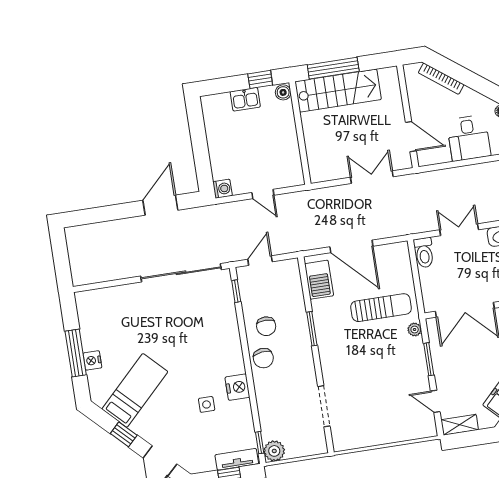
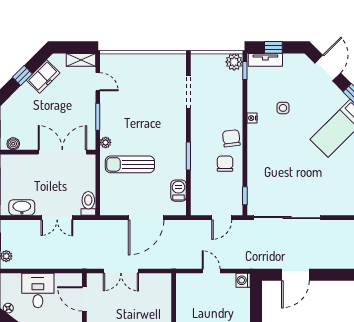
door: (351, 246) -> (146, 218), swing flipped
barbecue: (319, 280) -> (178, 191), width x0.73, depth x0.79
nightstand: (237, 387) -> (252, 118), width x0.53, depth x0.56

